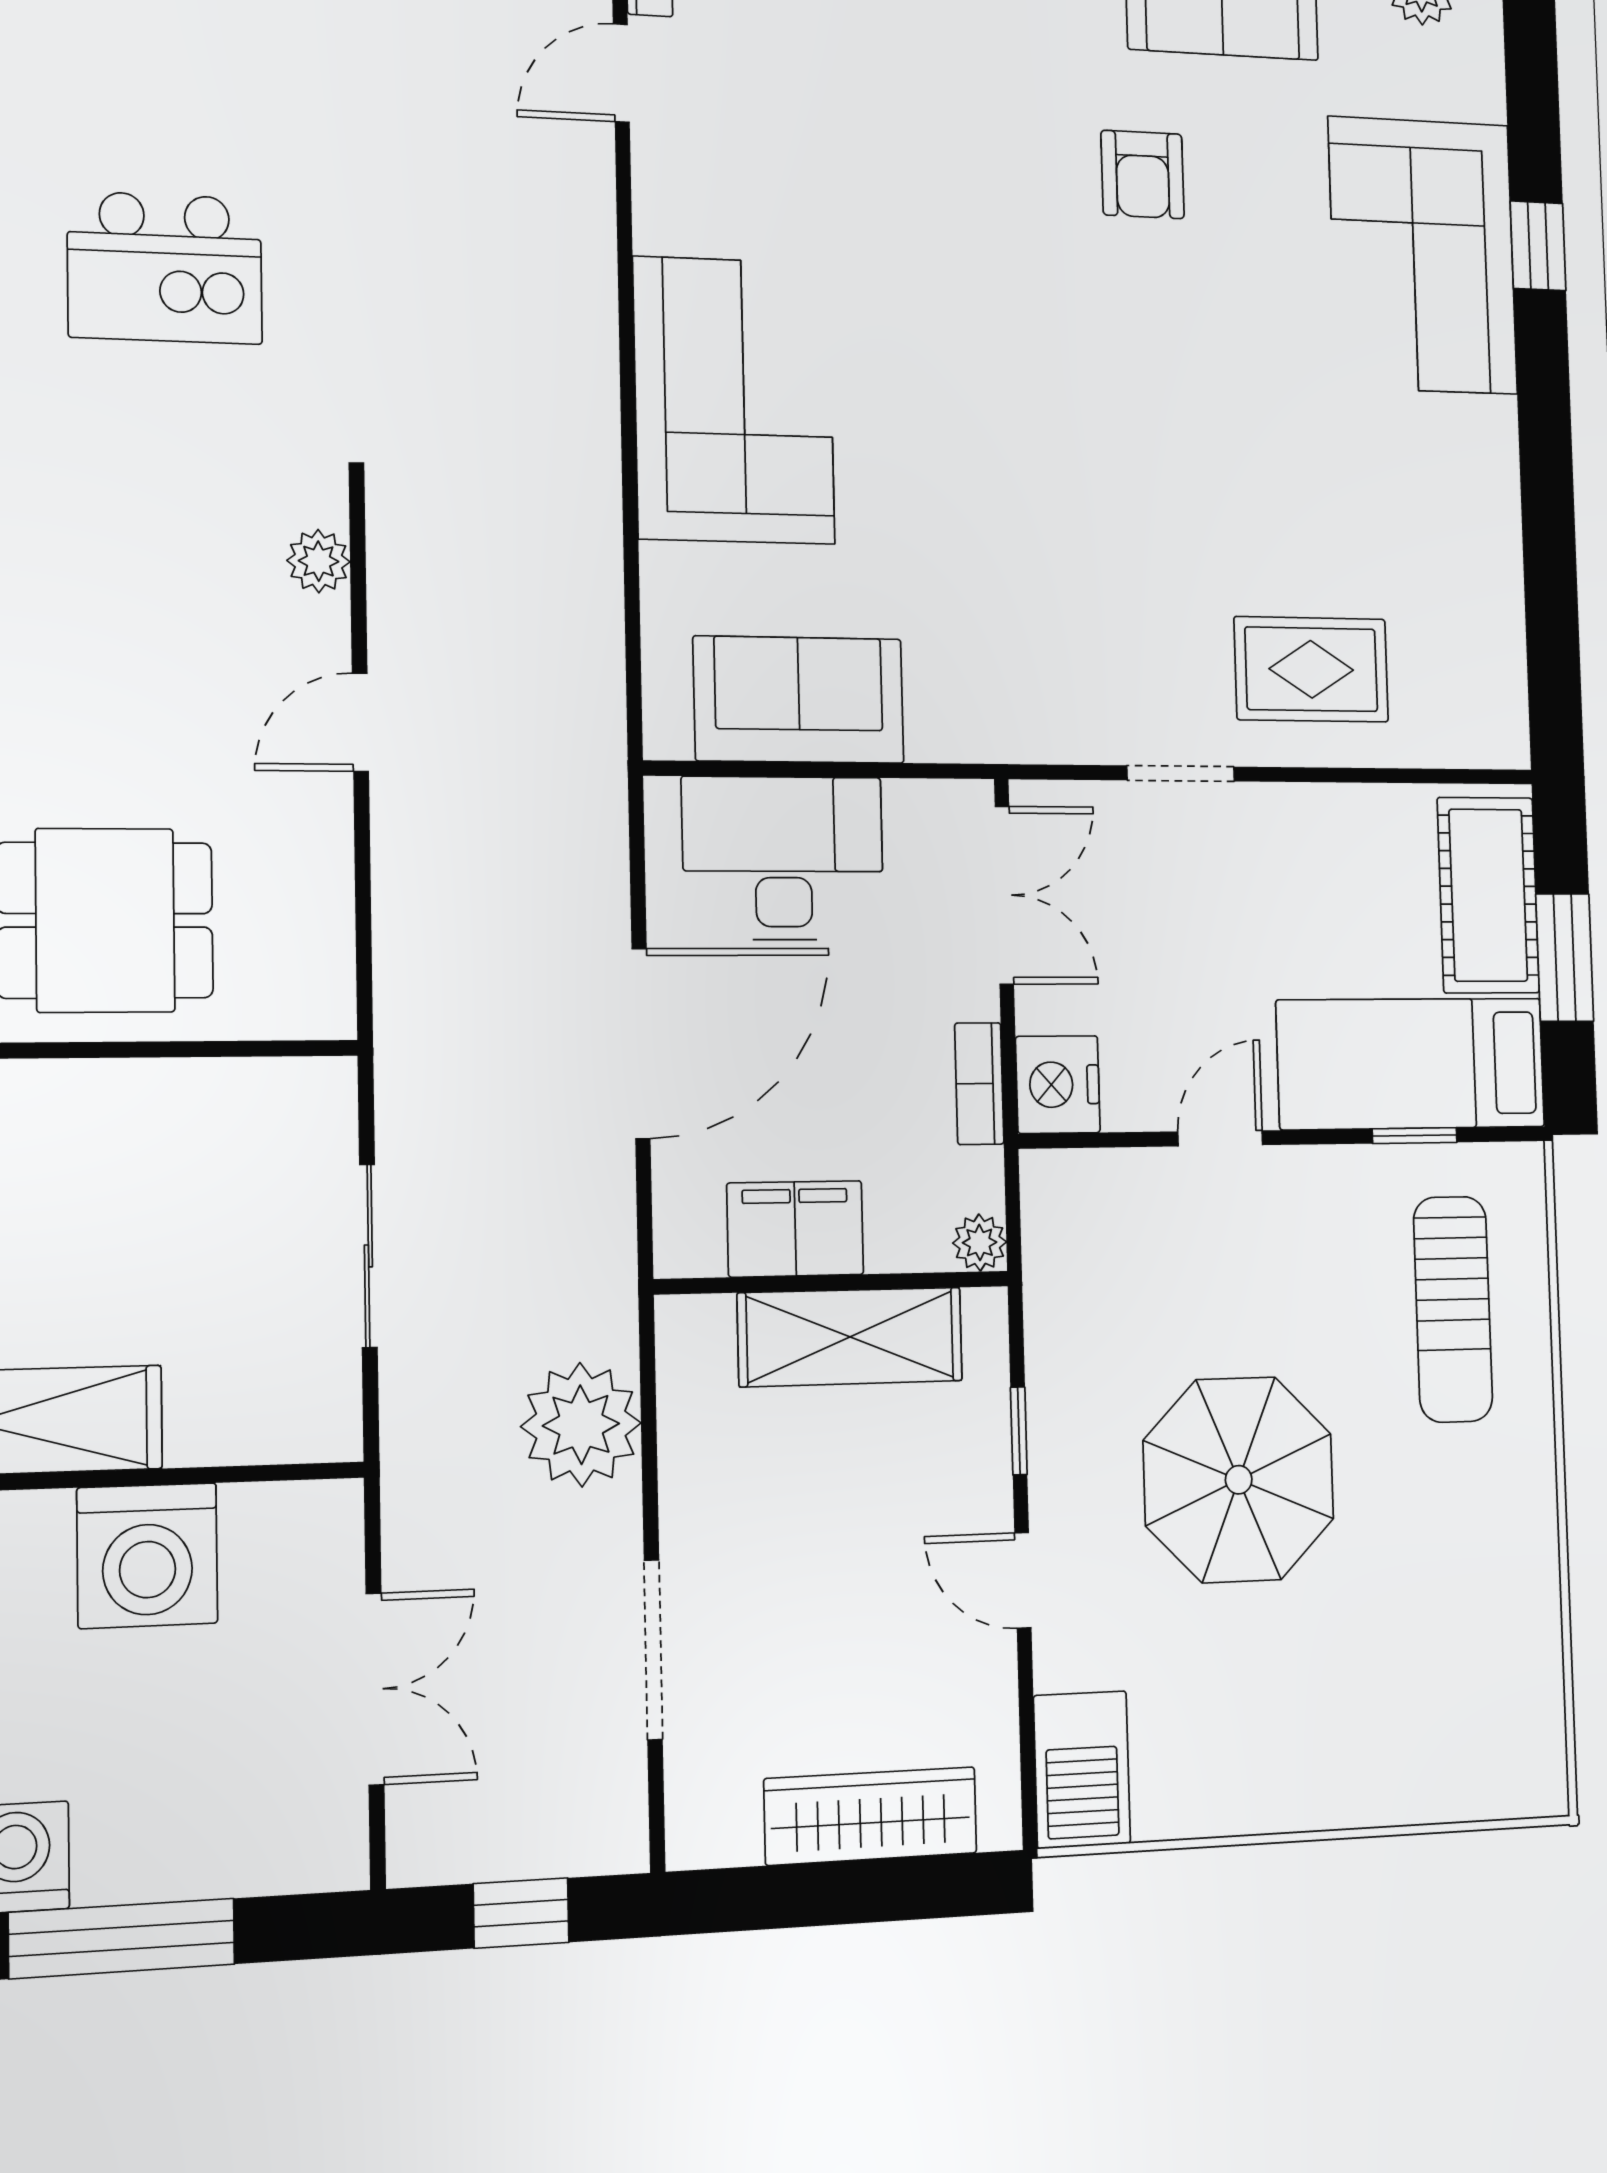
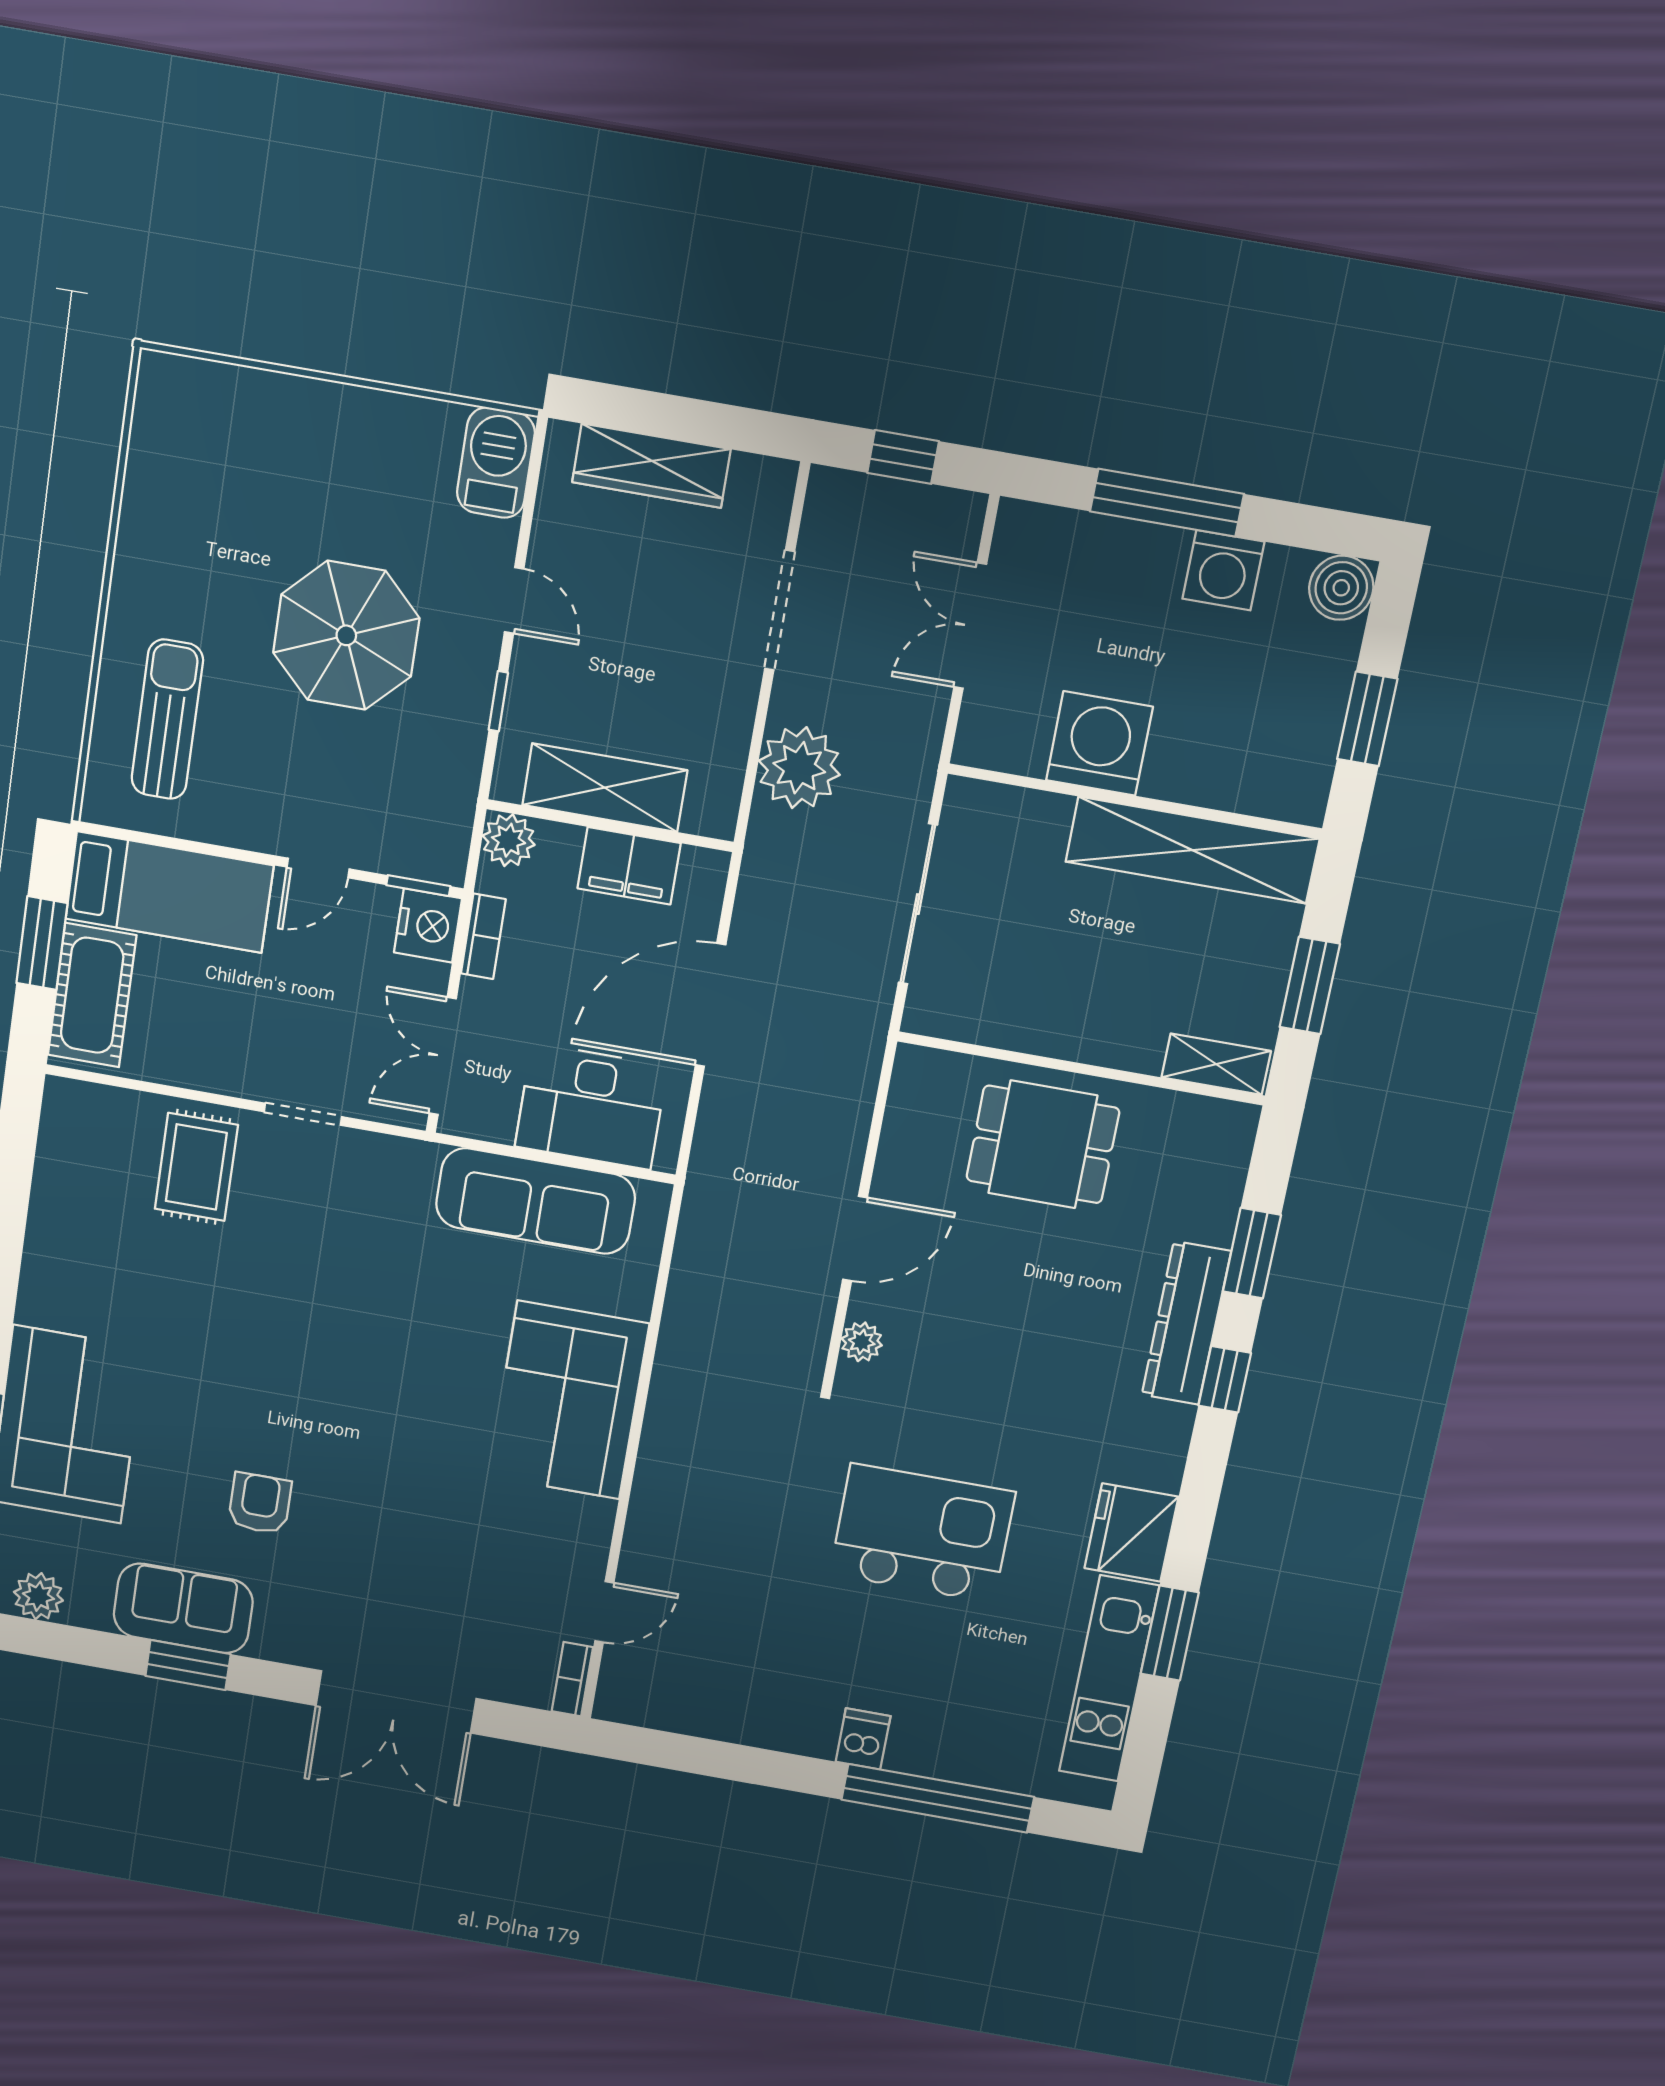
kitchen island: (165, 268) -> (922, 1533), width x1.37, depth x1.28
rug: (1311, 669) -> (196, 1167), turned 90
sofa: (799, 700) -> (536, 1201), width x1.36
door: (360, 722) -> (855, 1239), width x1.38
window: (1415, 1136) -> (418, 886), moved
plant: (980, 1242) -> (509, 840), width x1.38, depth x1.38
sliding door: (368, 1256) -> (918, 904), width x1.37

